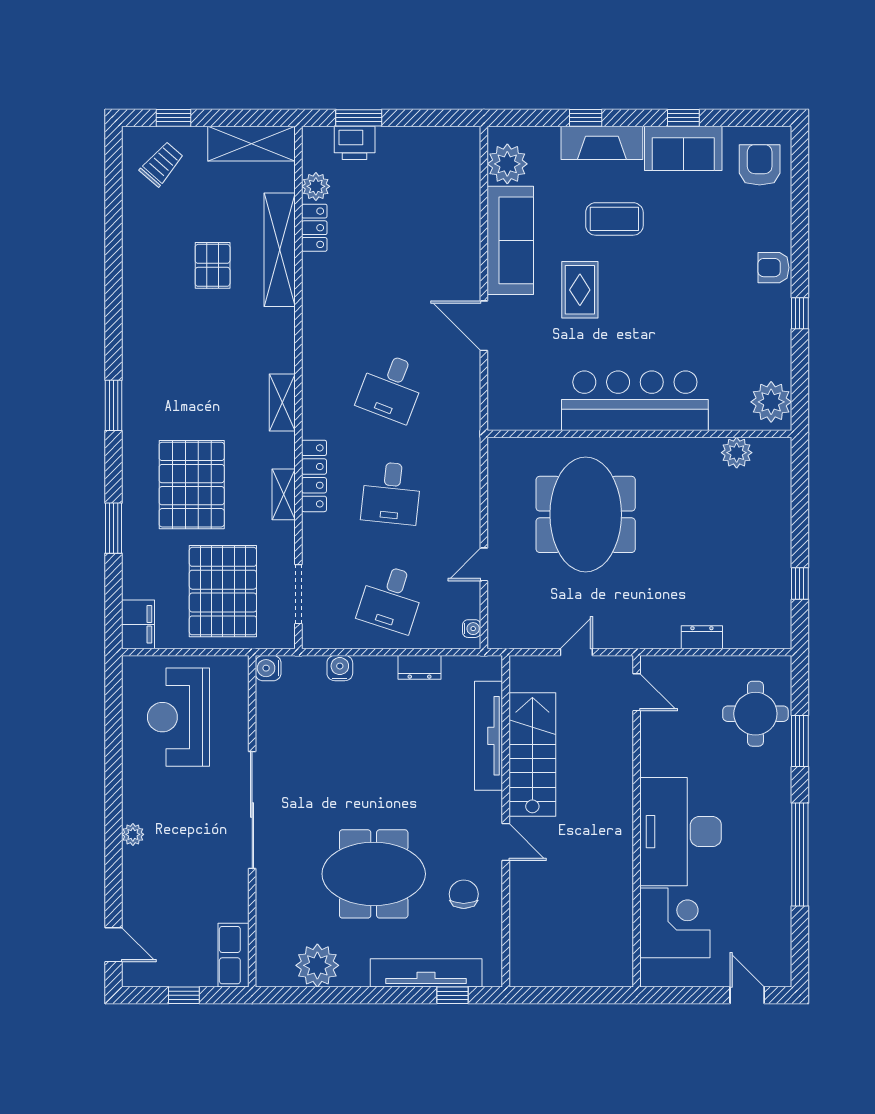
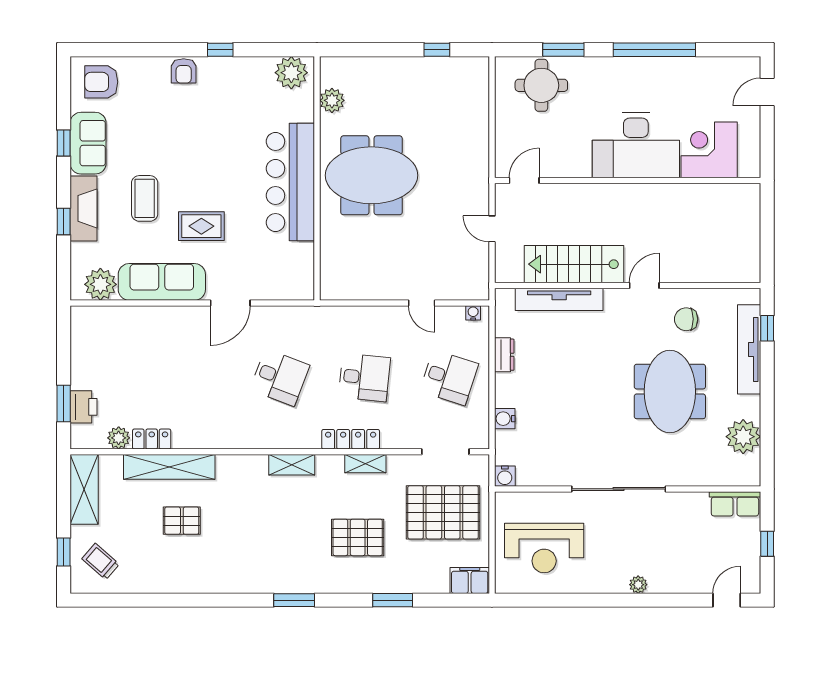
pallet: (192, 485) -> (358, 537), width x0.73, depth x0.71
meeting table: (586, 514) -> (371, 175), moved
dresser: (702, 637) -> (480, 128), removed

